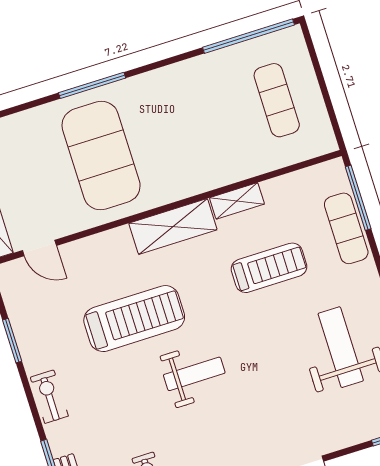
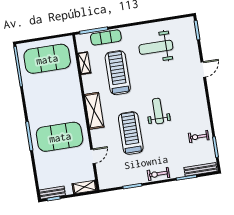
exercise mat: (277, 100) -> (47, 59), width x2.00, depth x1.45
shelving: (237, 201) -> (84, 63), moved
door: (39, 248) -> (93, 156), moved
treadmill: (269, 268) -> (118, 73), width x1.37, depth x1.38

